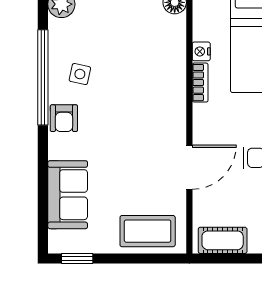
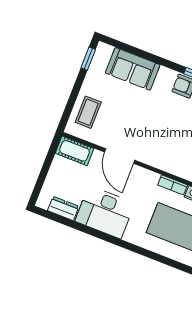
coffee table: (148, 231) -> (88, 112), width x0.73, depth x0.77
cot: (223, 240) -> (75, 151), moved, turned 90

